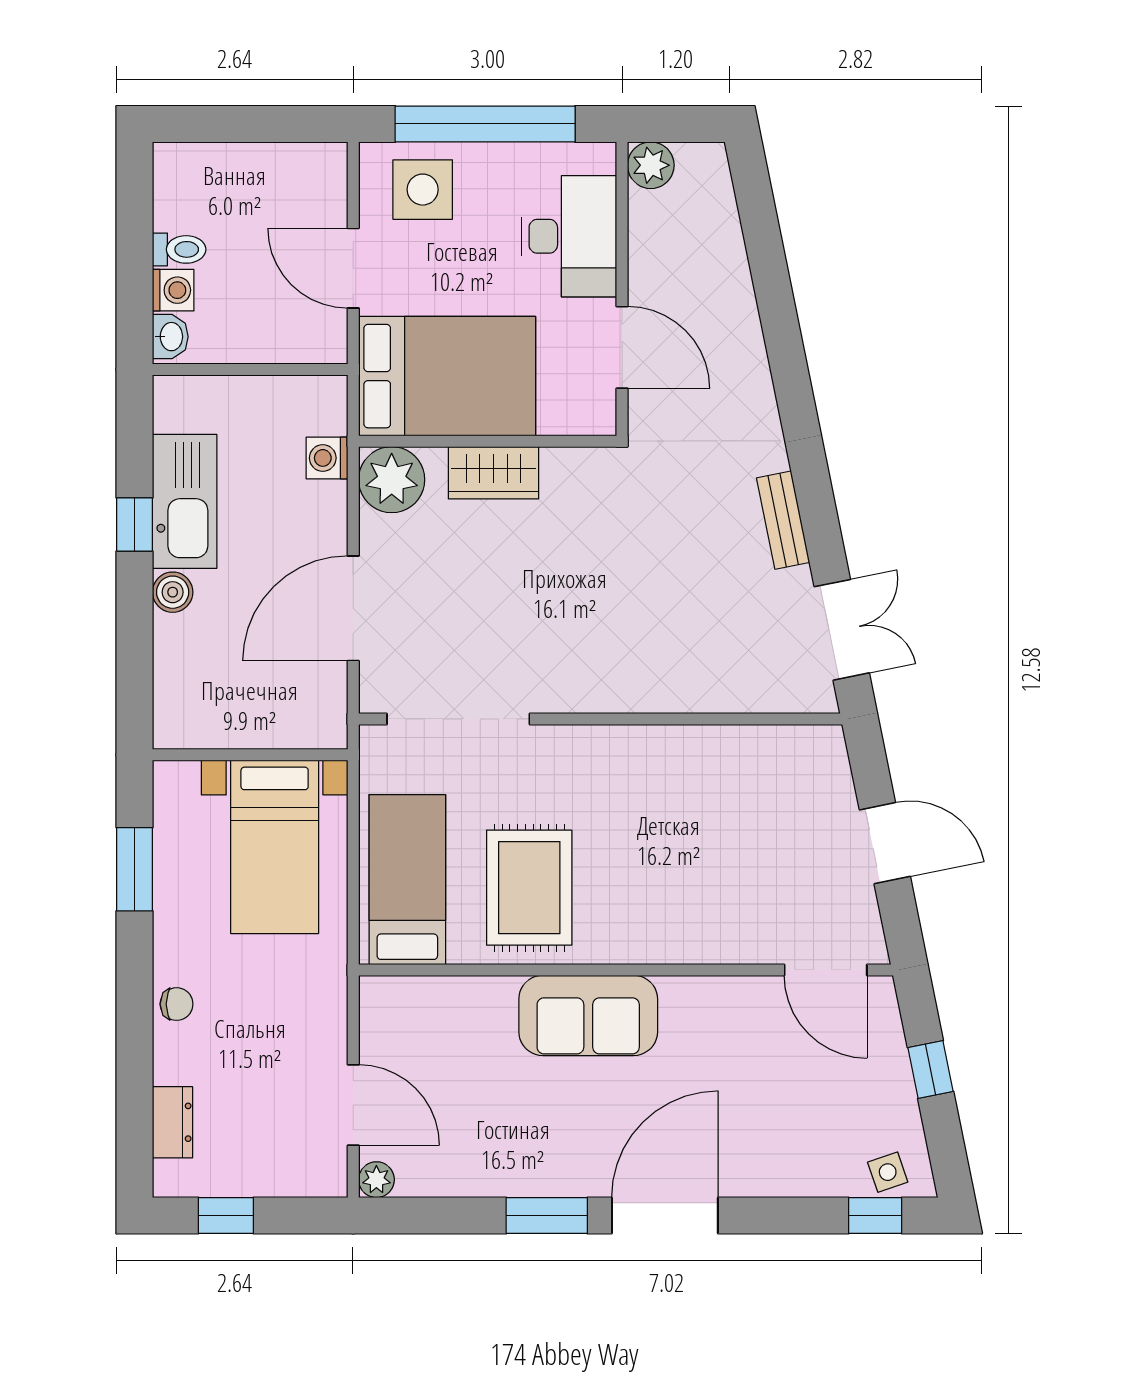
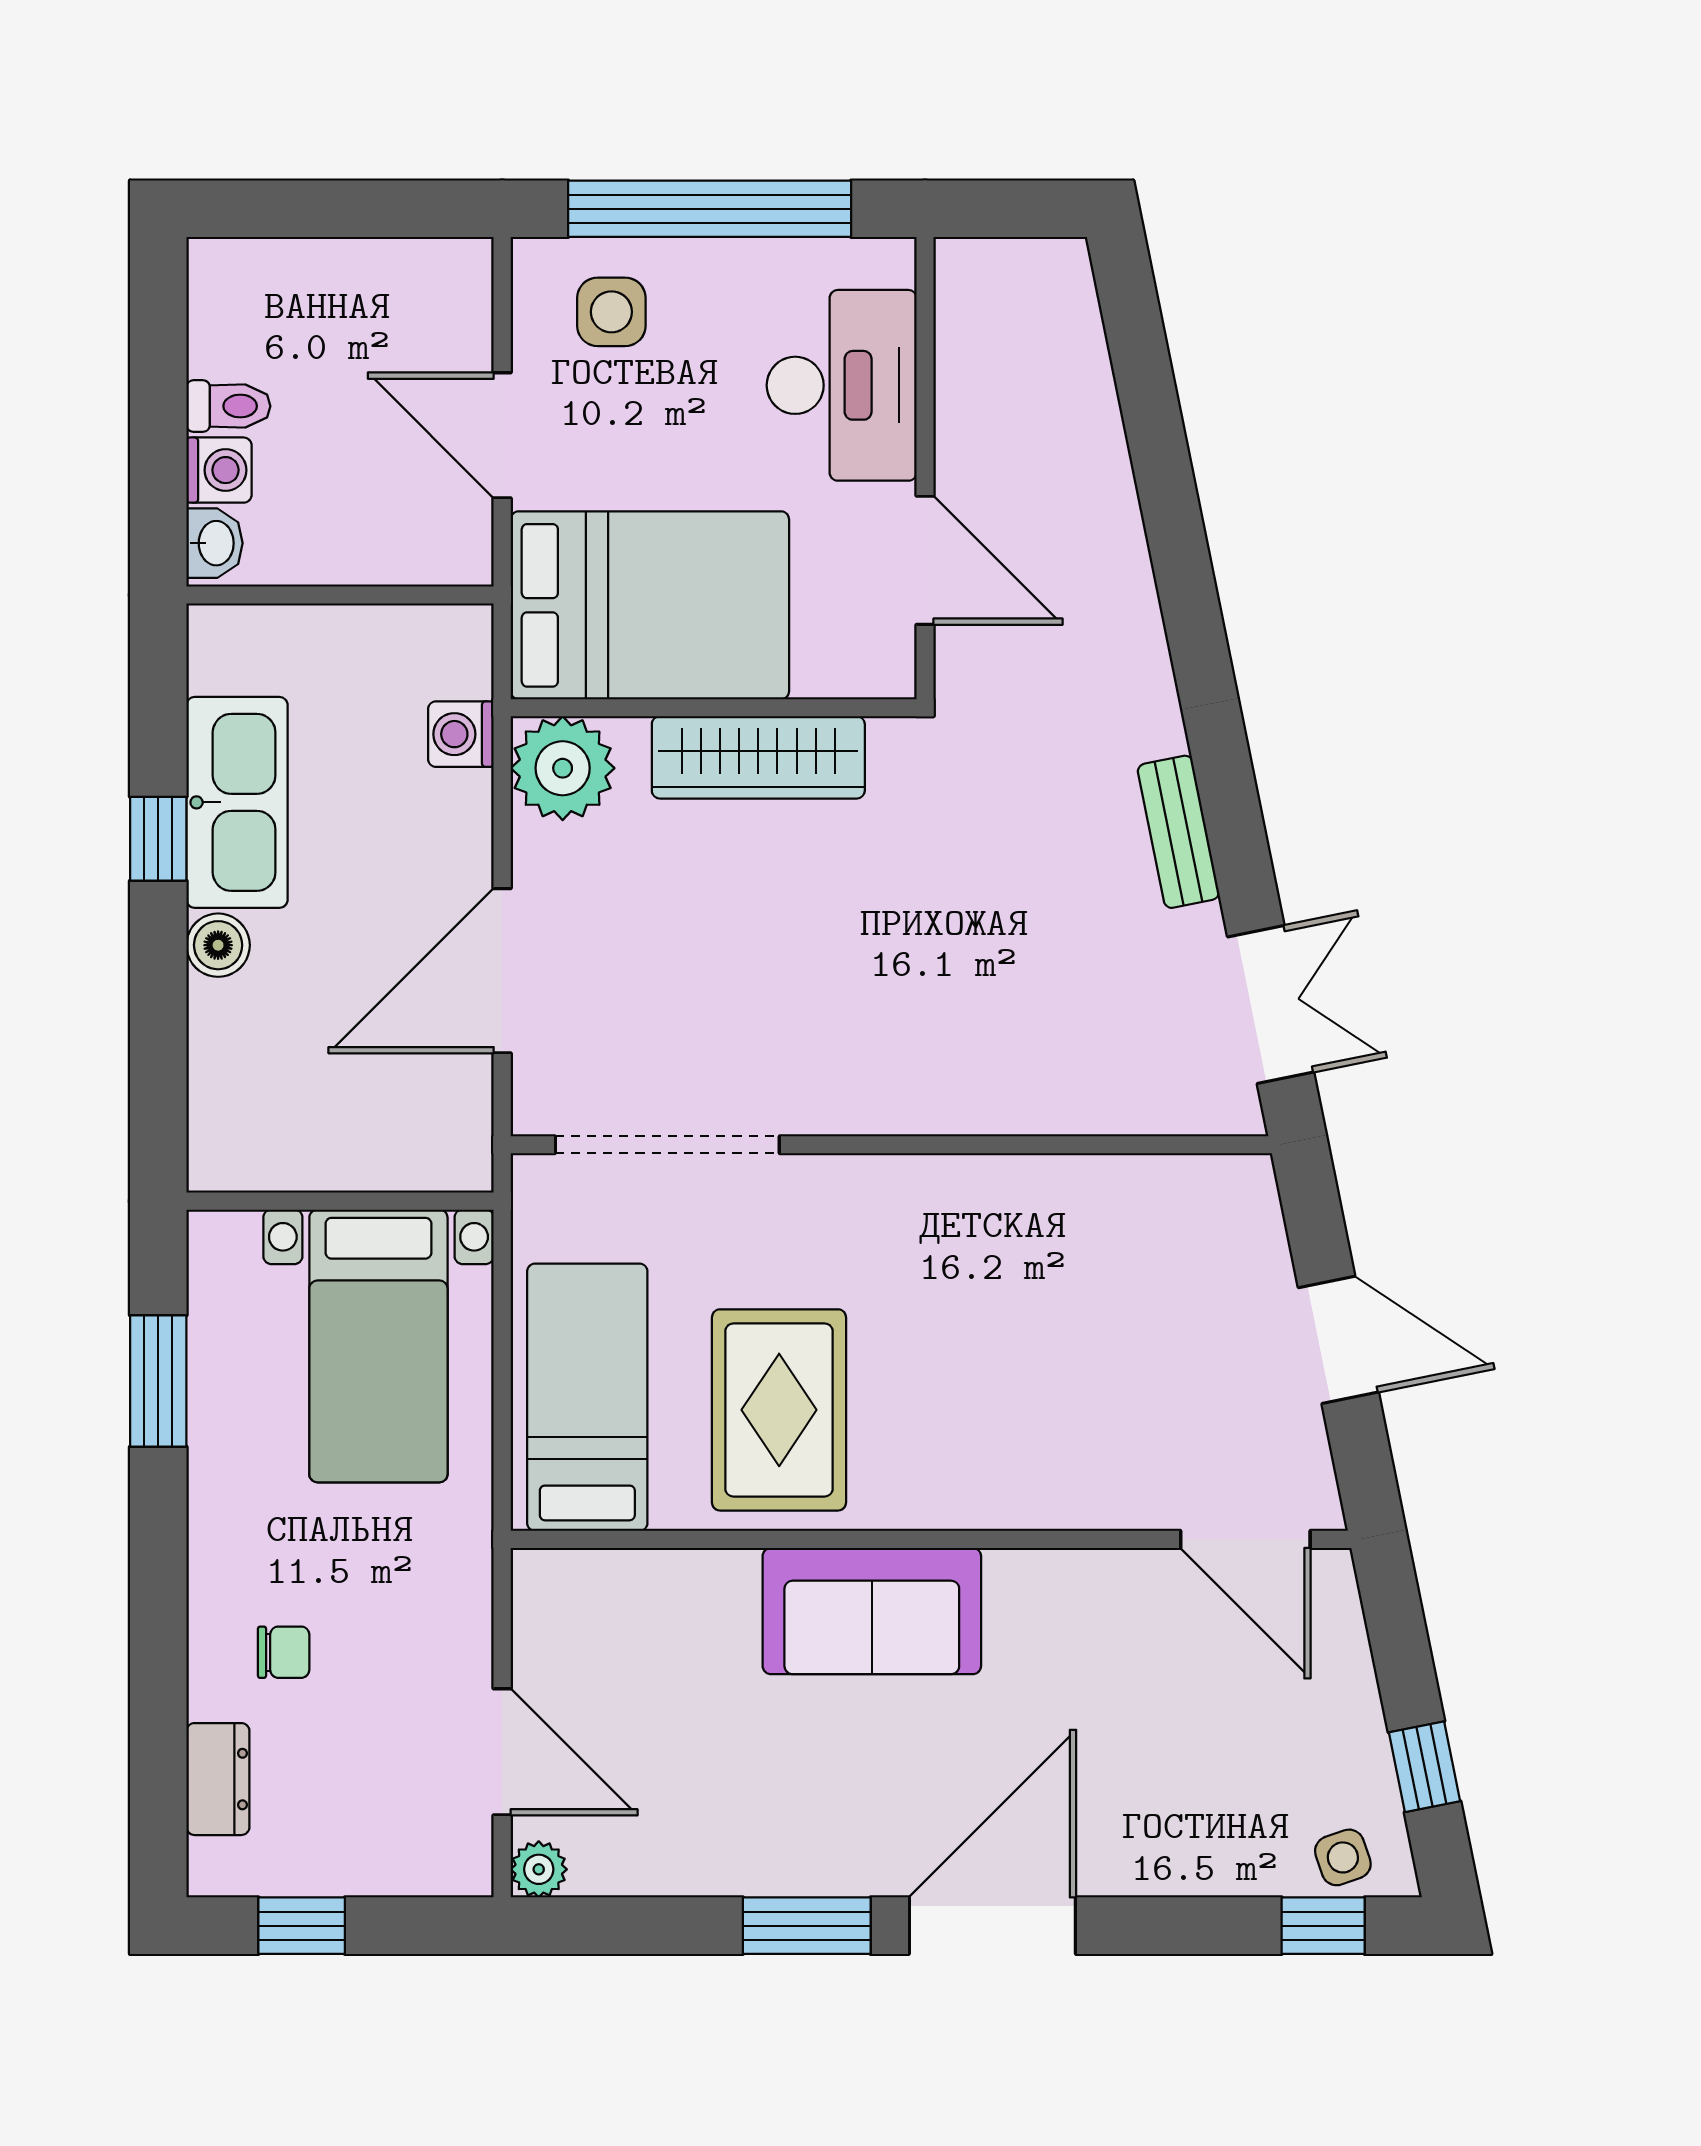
plant: (651, 165) -> (970, 274), removed
side table: (423, 190) -> (611, 312), width x0.73, depth x0.73
wardrobe: (493, 473) -> (758, 757), width x1.50
chair: (177, 1004) -> (284, 1652), moved
window: (931, 1069) -> (1425, 1767), moved

